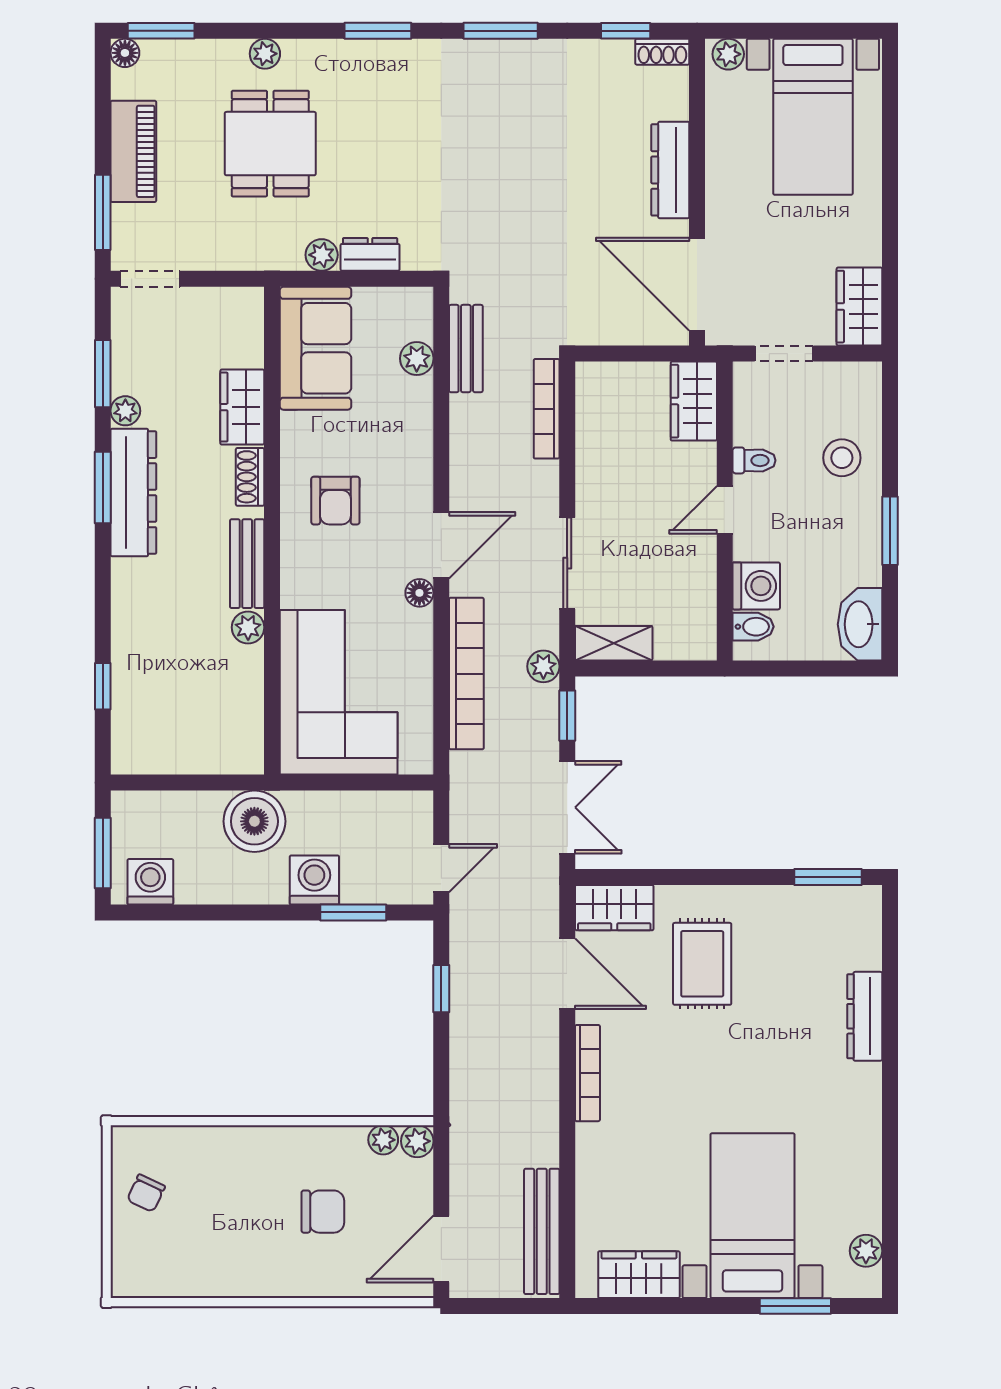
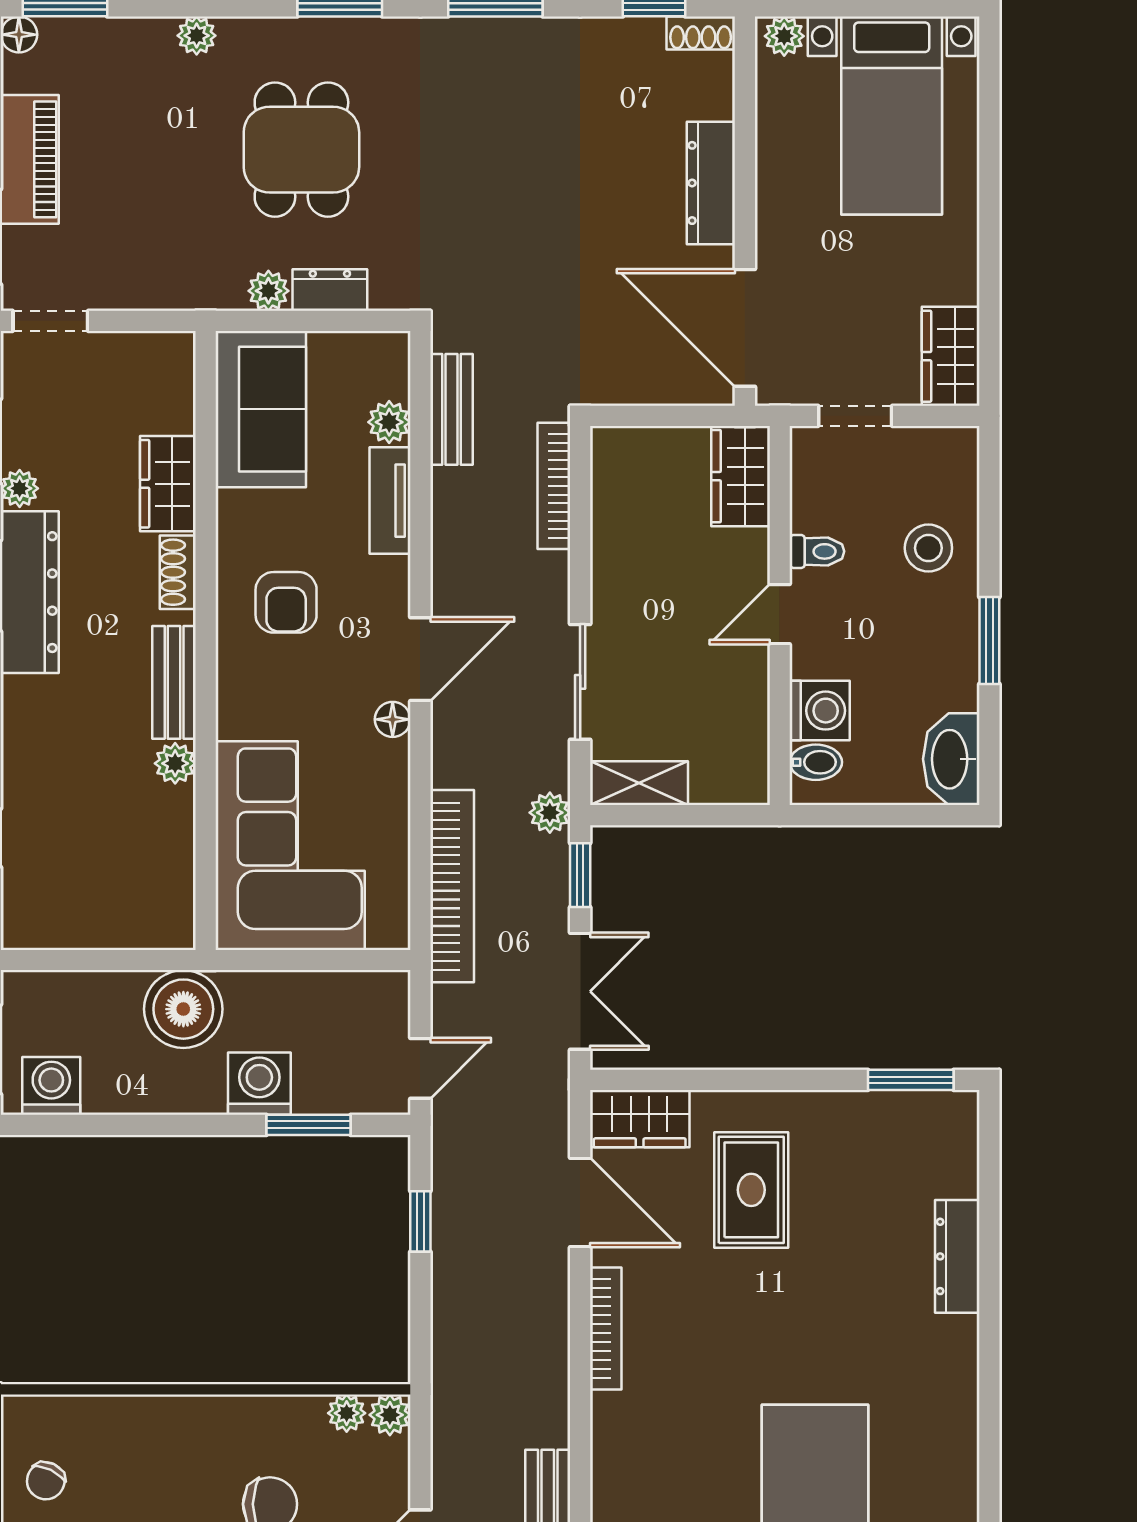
dining table: (270, 144) -> (301, 150), moved
tv unit: (417, 420) -> (390, 501), added
bookcase: (466, 674) -> (452, 886), moved

